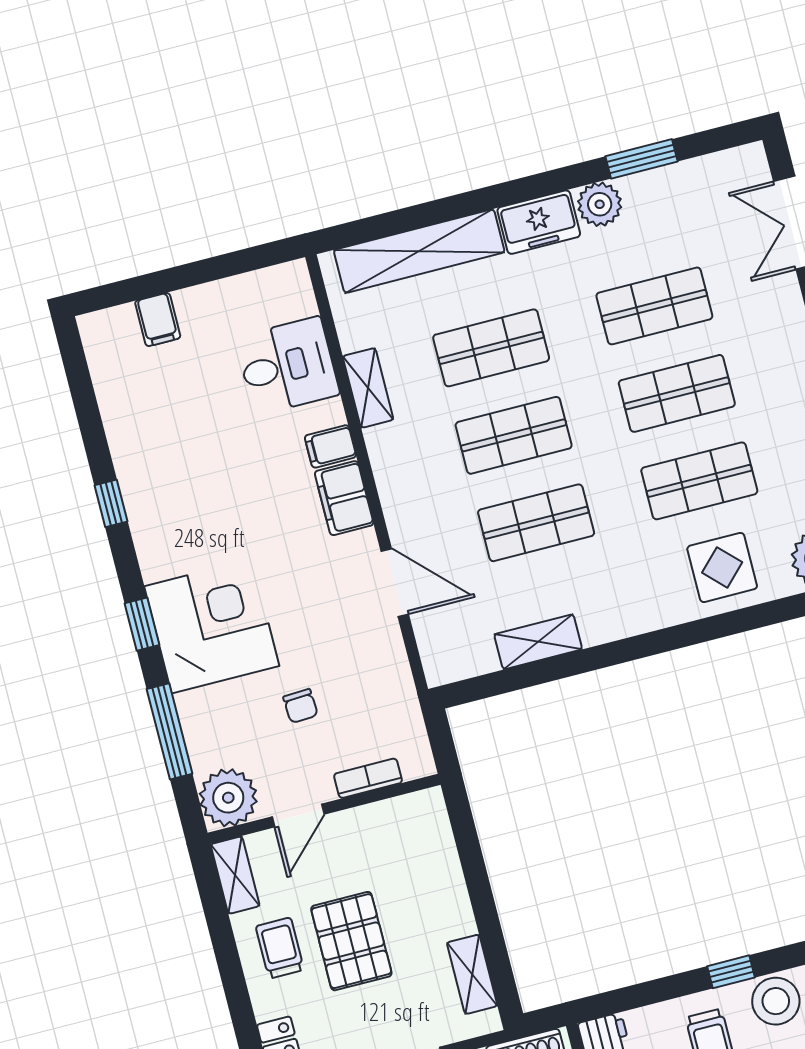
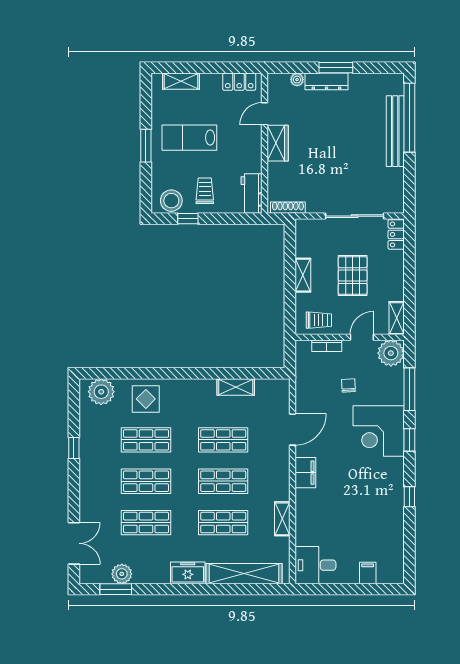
window: (642, 159) -> (116, 589), moved
plant: (600, 204) -> (122, 574), moved
desk: (287, 366) -> (315, 565), moved
filing cabinet: (330, 446) -> (306, 497), removed
door: (395, 583) -> (293, 429), swing flipped
trolley: (280, 948) -> (319, 320), moved, turned -90
shelving: (472, 974) -> (303, 275), moved

